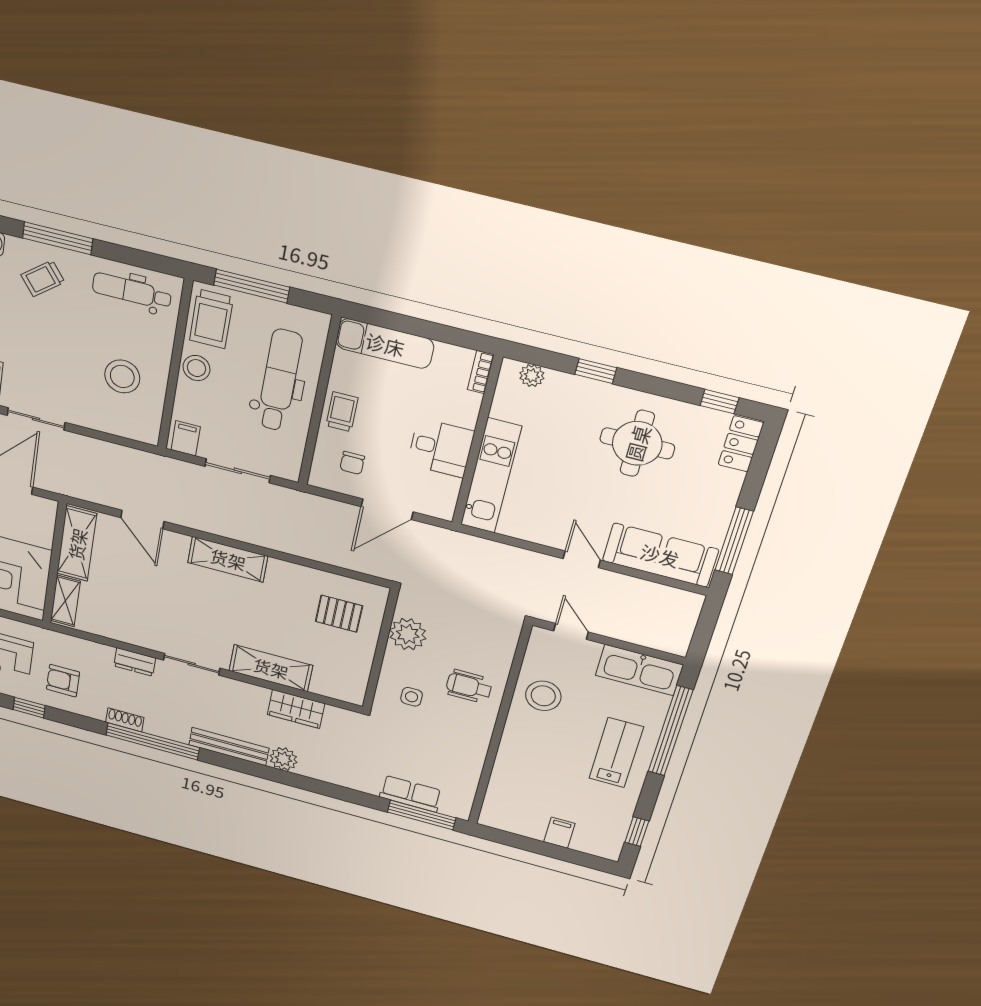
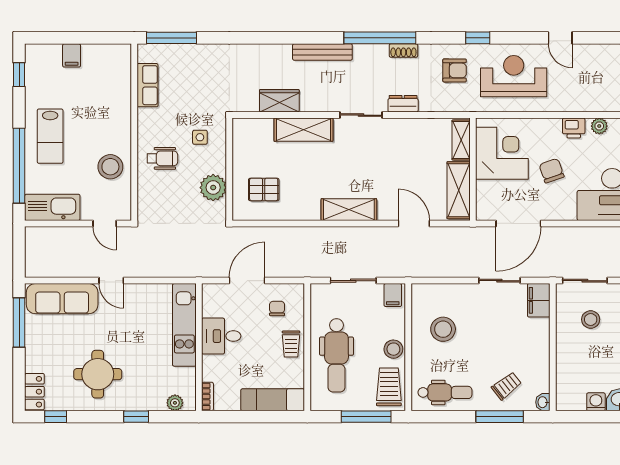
plant: (283, 759) -> (281, 54), removed
row of seats: (411, 794) -> (147, 85), moved, turned -90

